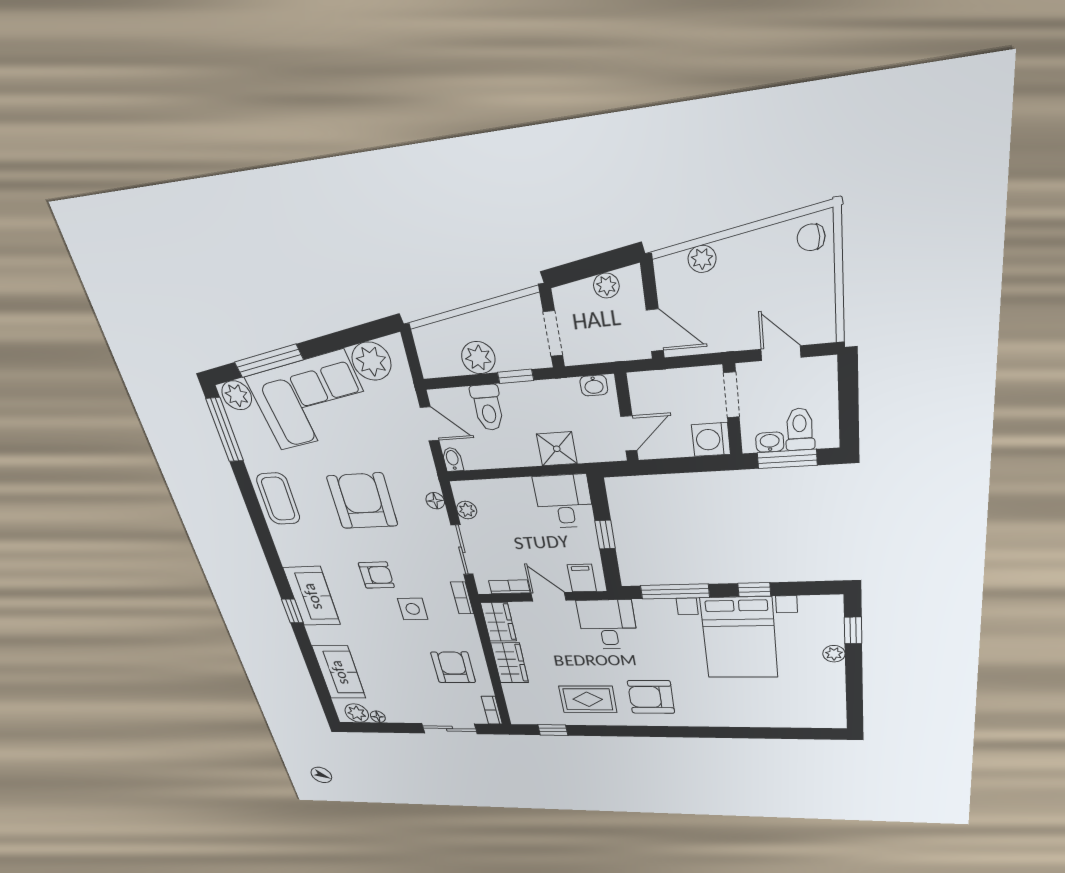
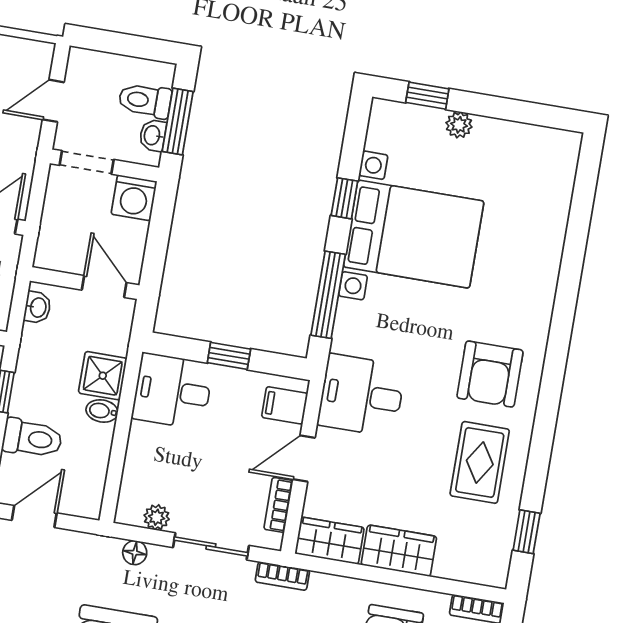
bidet: (453, 459) -> (102, 411), moved

